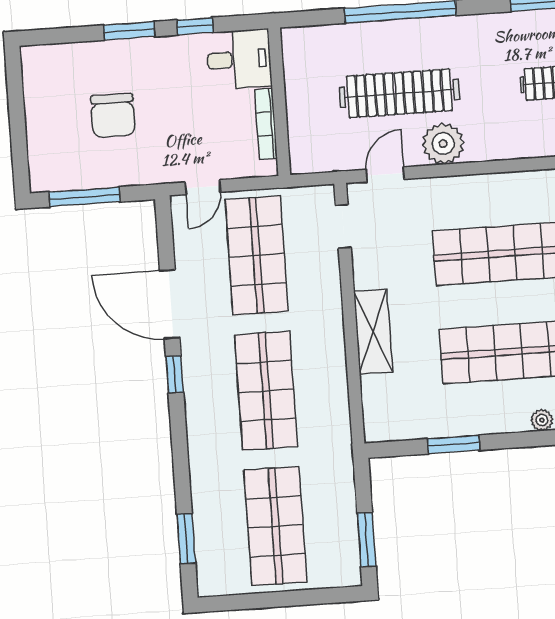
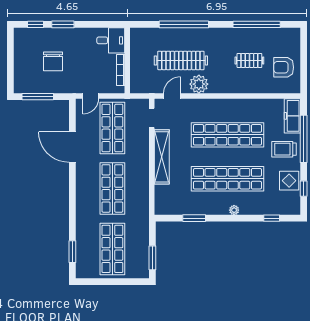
window: (195, 26) -> (35, 24), moved
shelving: (373, 332) -> (162, 157), width x1.47
window: (175, 374) -> (72, 178), removed

